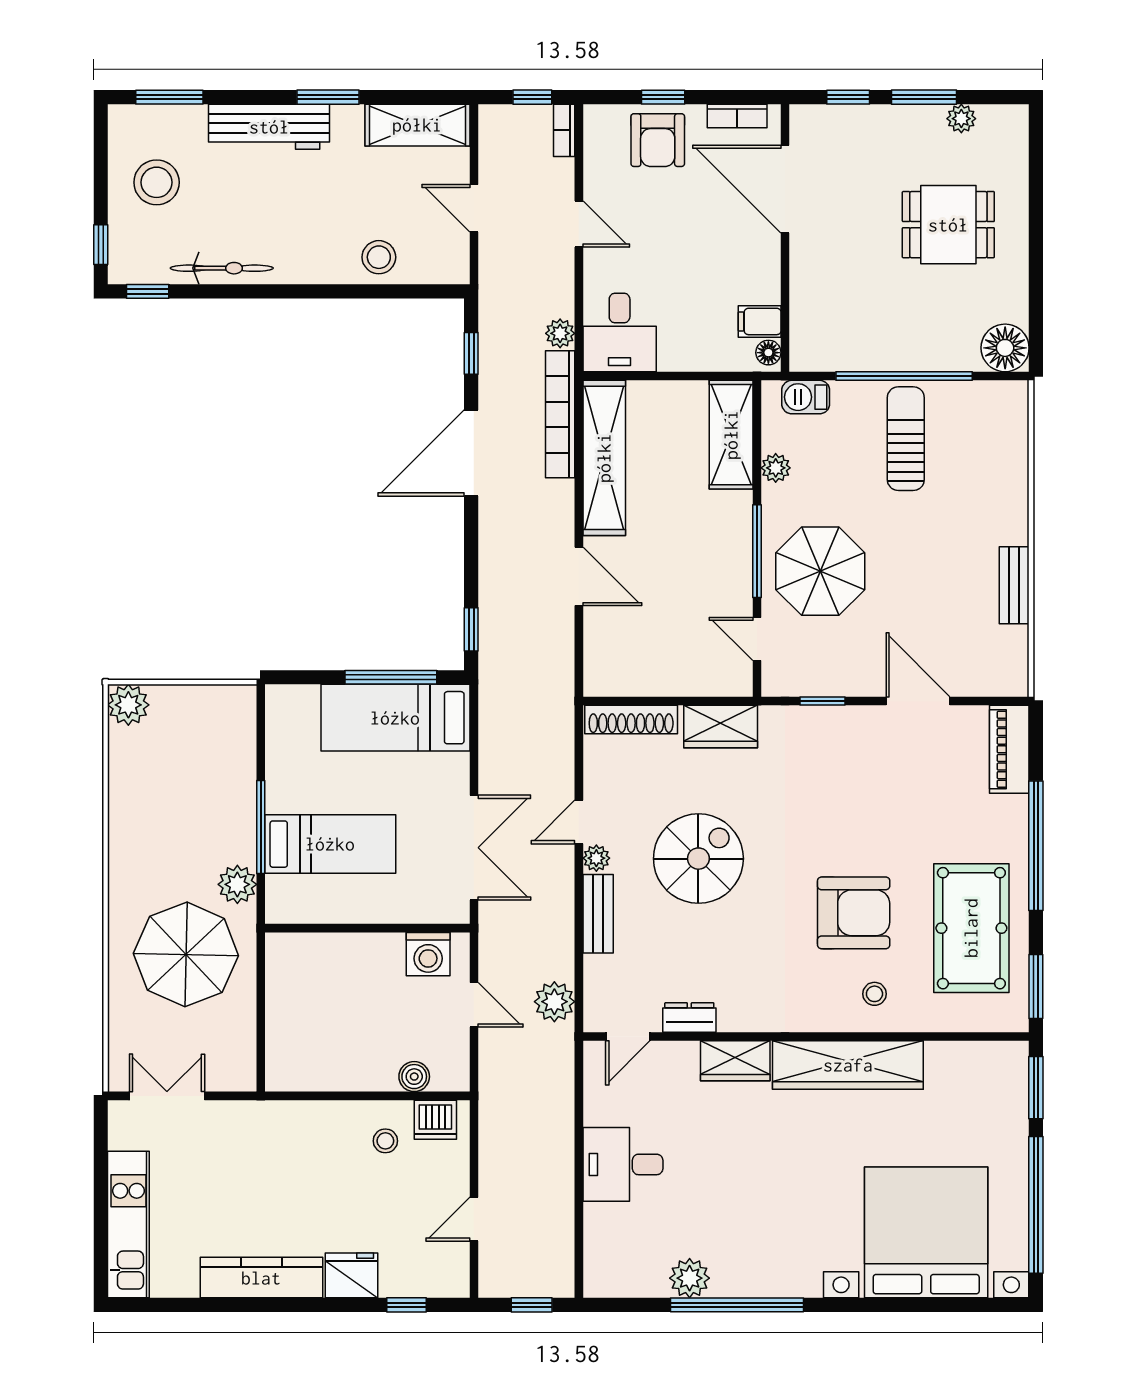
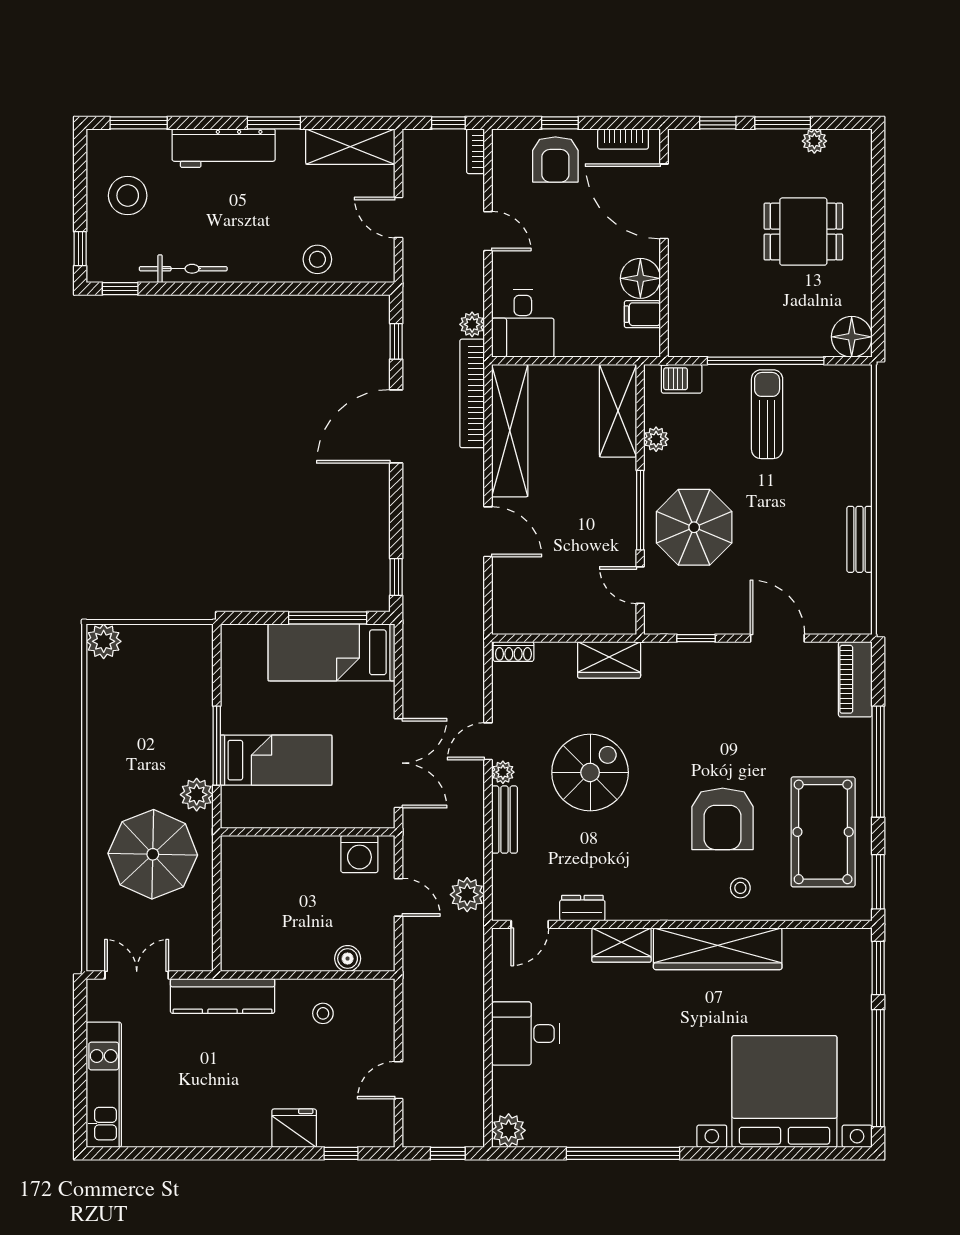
floor lamp: (768, 353) -> (640, 278), moved, width x1.89, depth x1.89
shoe rack: (631, 719) -> (513, 652), width x0.51, depth x0.81
armchair: (854, 913) -> (723, 819), turned 90
dishwasher: (435, 1120) -> (366, 995), removed
kitchen counter: (261, 1278) -> (223, 996), moved, turned 180
plant: (690, 1278) -> (509, 1130), moved

